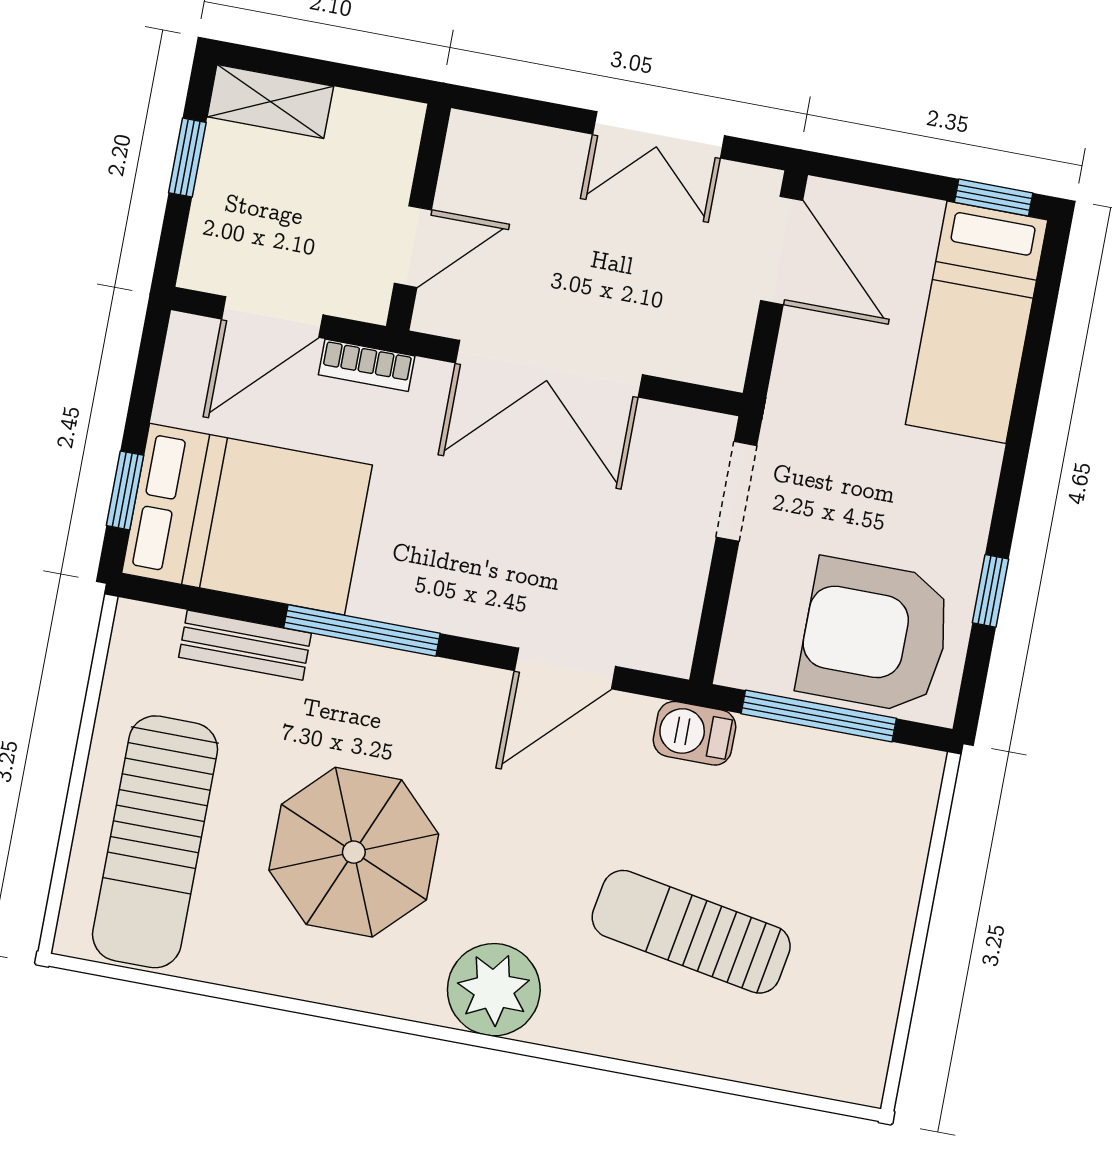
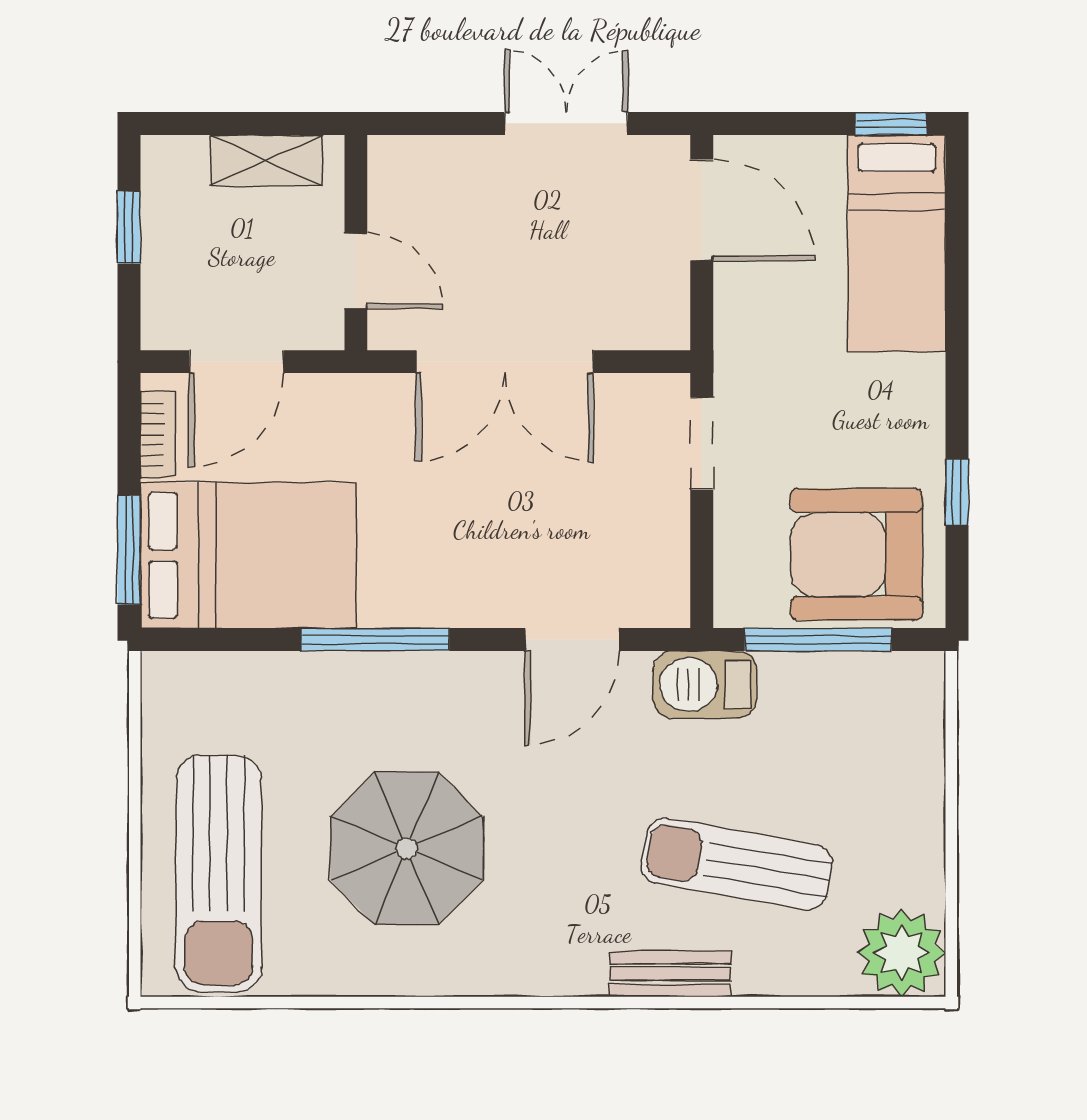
shelving: (270, 101) -> (267, 160), moved
double door: (659, 135) -> (566, 123), swing flipped
door: (413, 247) -> (356, 271), hinge flipped
bookcase: (367, 365) -> (158, 434), moved, turned -90
window: (125, 490) -> (129, 550), width x1.50
bench: (245, 645) -> (670, 974), moved
barbecue: (694, 733) -> (705, 685), width x1.38, depth x1.27
plant: (494, 990) -> (902, 953), moved

